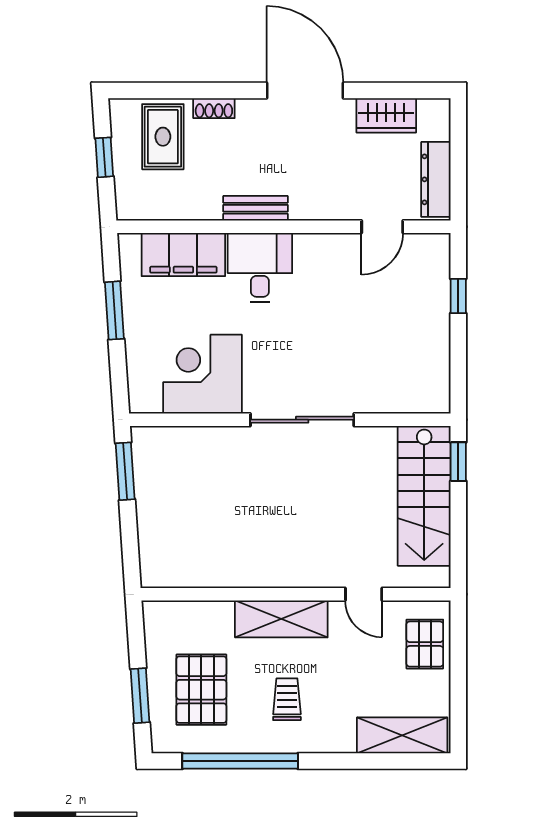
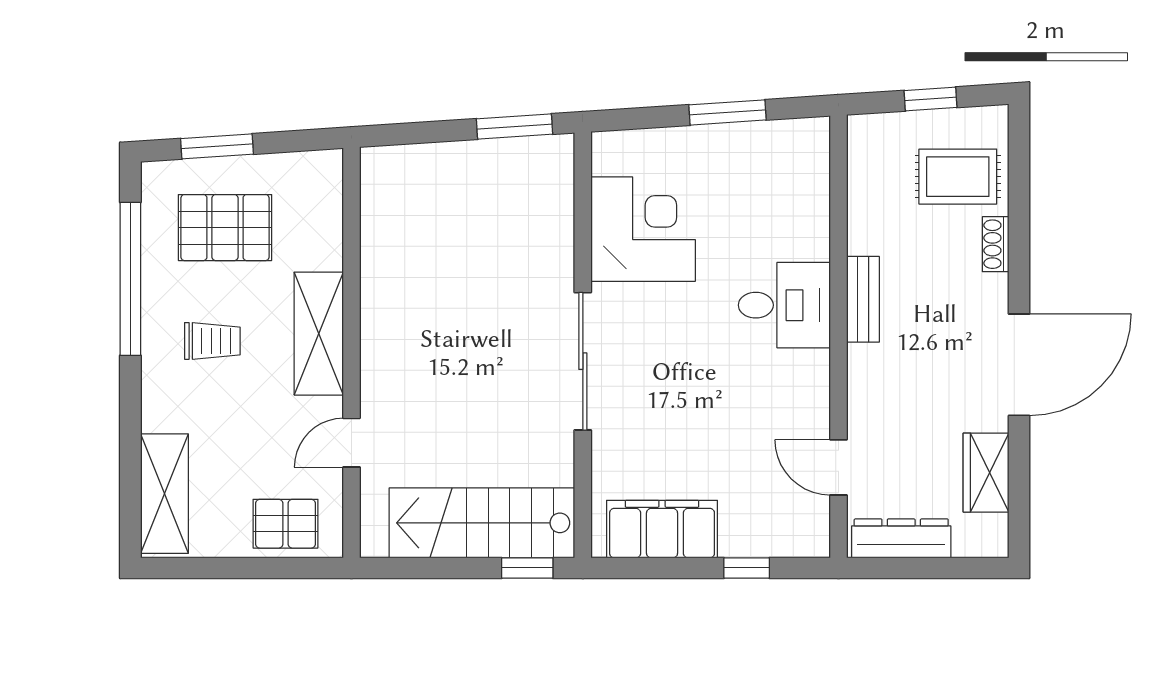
filing cabinet: (183, 255) -> (662, 529), moved, turned 90

